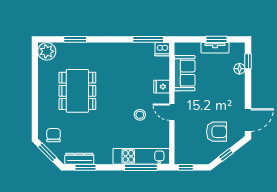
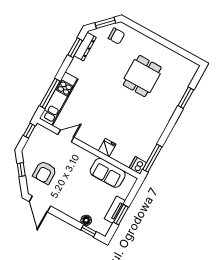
plant: (47, 51) -> (189, 69), removed
dining table: (77, 91) -> (142, 76), width x0.73
door: (172, 112) -> (66, 136), moved
stool: (140, 115) -> (94, 117), removed

